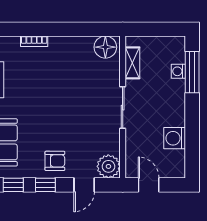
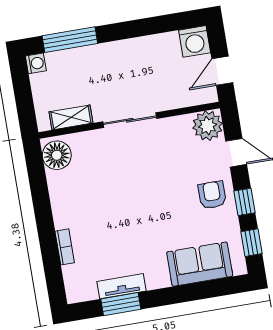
washing machine: (178, 71) -> (36, 63), moved, turned -90
washing machine: (175, 138) -> (195, 41), moved

